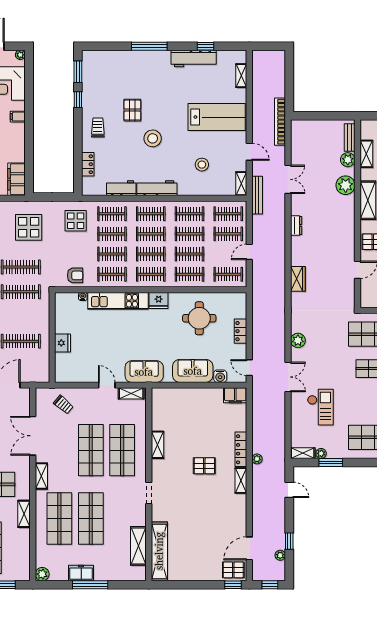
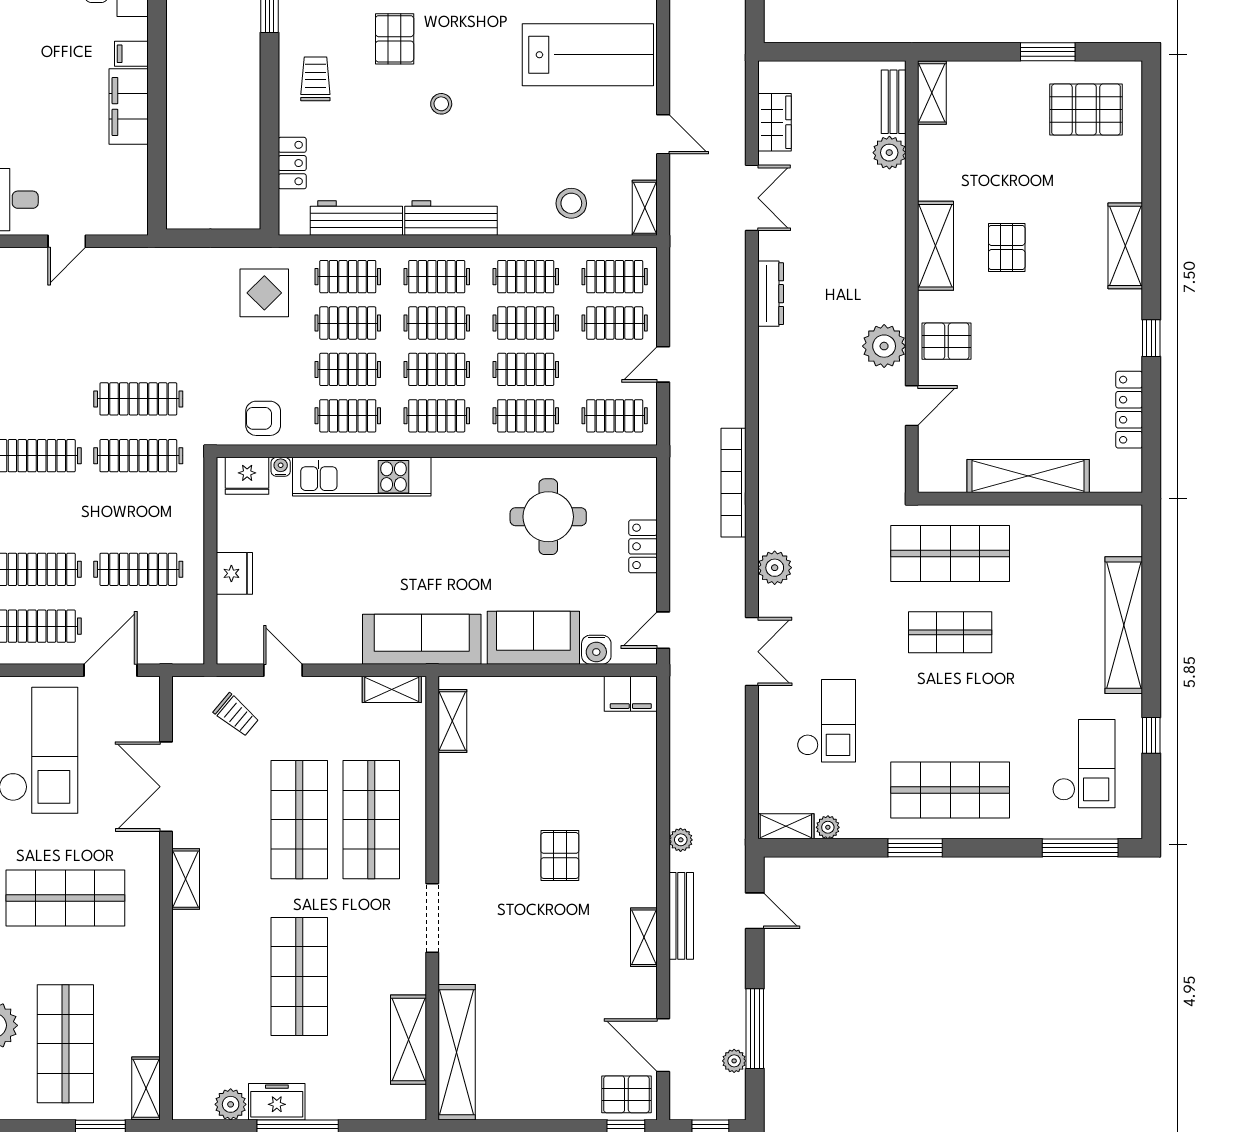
bookcase: (280, 122) -> (734, 483), moved
stool: (153, 138) -> (441, 104), width x0.53, depth x0.53
shelving: (366, 154) -> (932, 93), moved
stool: (202, 165) -> (571, 203), moved
filing cabinet: (17, 179) -> (129, 106), moved
plant: (346, 185) -> (884, 346), moved
workbench: (121, 188) -> (356, 218), width x1.38
bench: (257, 195) -> (681, 916), moved
dresser: (296, 225) -> (771, 294), width x1.44
display table: (29, 227) -> (156, 308), removed
armchair: (75, 275) -> (263, 418), turned 180
wardrobe: (298, 279) -> (775, 122), moved
fridge: (159, 300) -> (247, 476), moved
door: (249, 368) -> (663, 630), hinge flipped
sofa: (144, 372) -> (422, 639), width x1.36
door: (107, 385) -> (283, 670), moved
shelving: (158, 445) -> (452, 721), moved
locker: (241, 449) -> (644, 818), removed
window: (331, 462) -> (915, 848), moved
pallet: (204, 466) -> (560, 856), turned 90
shelving: (241, 481) -> (644, 937), moved
doorway: (149, 493) -> (432, 918), width x1.38
shelving: (24, 514) -> (146, 1088), moved
shop shelf: (59, 518) -> (227, 977), removed
window: (289, 541) -> (755, 1029), width x2.17
door: (249, 548) -> (663, 1045), hinge flipped
plant: (42, 574) -> (231, 1104), moved

